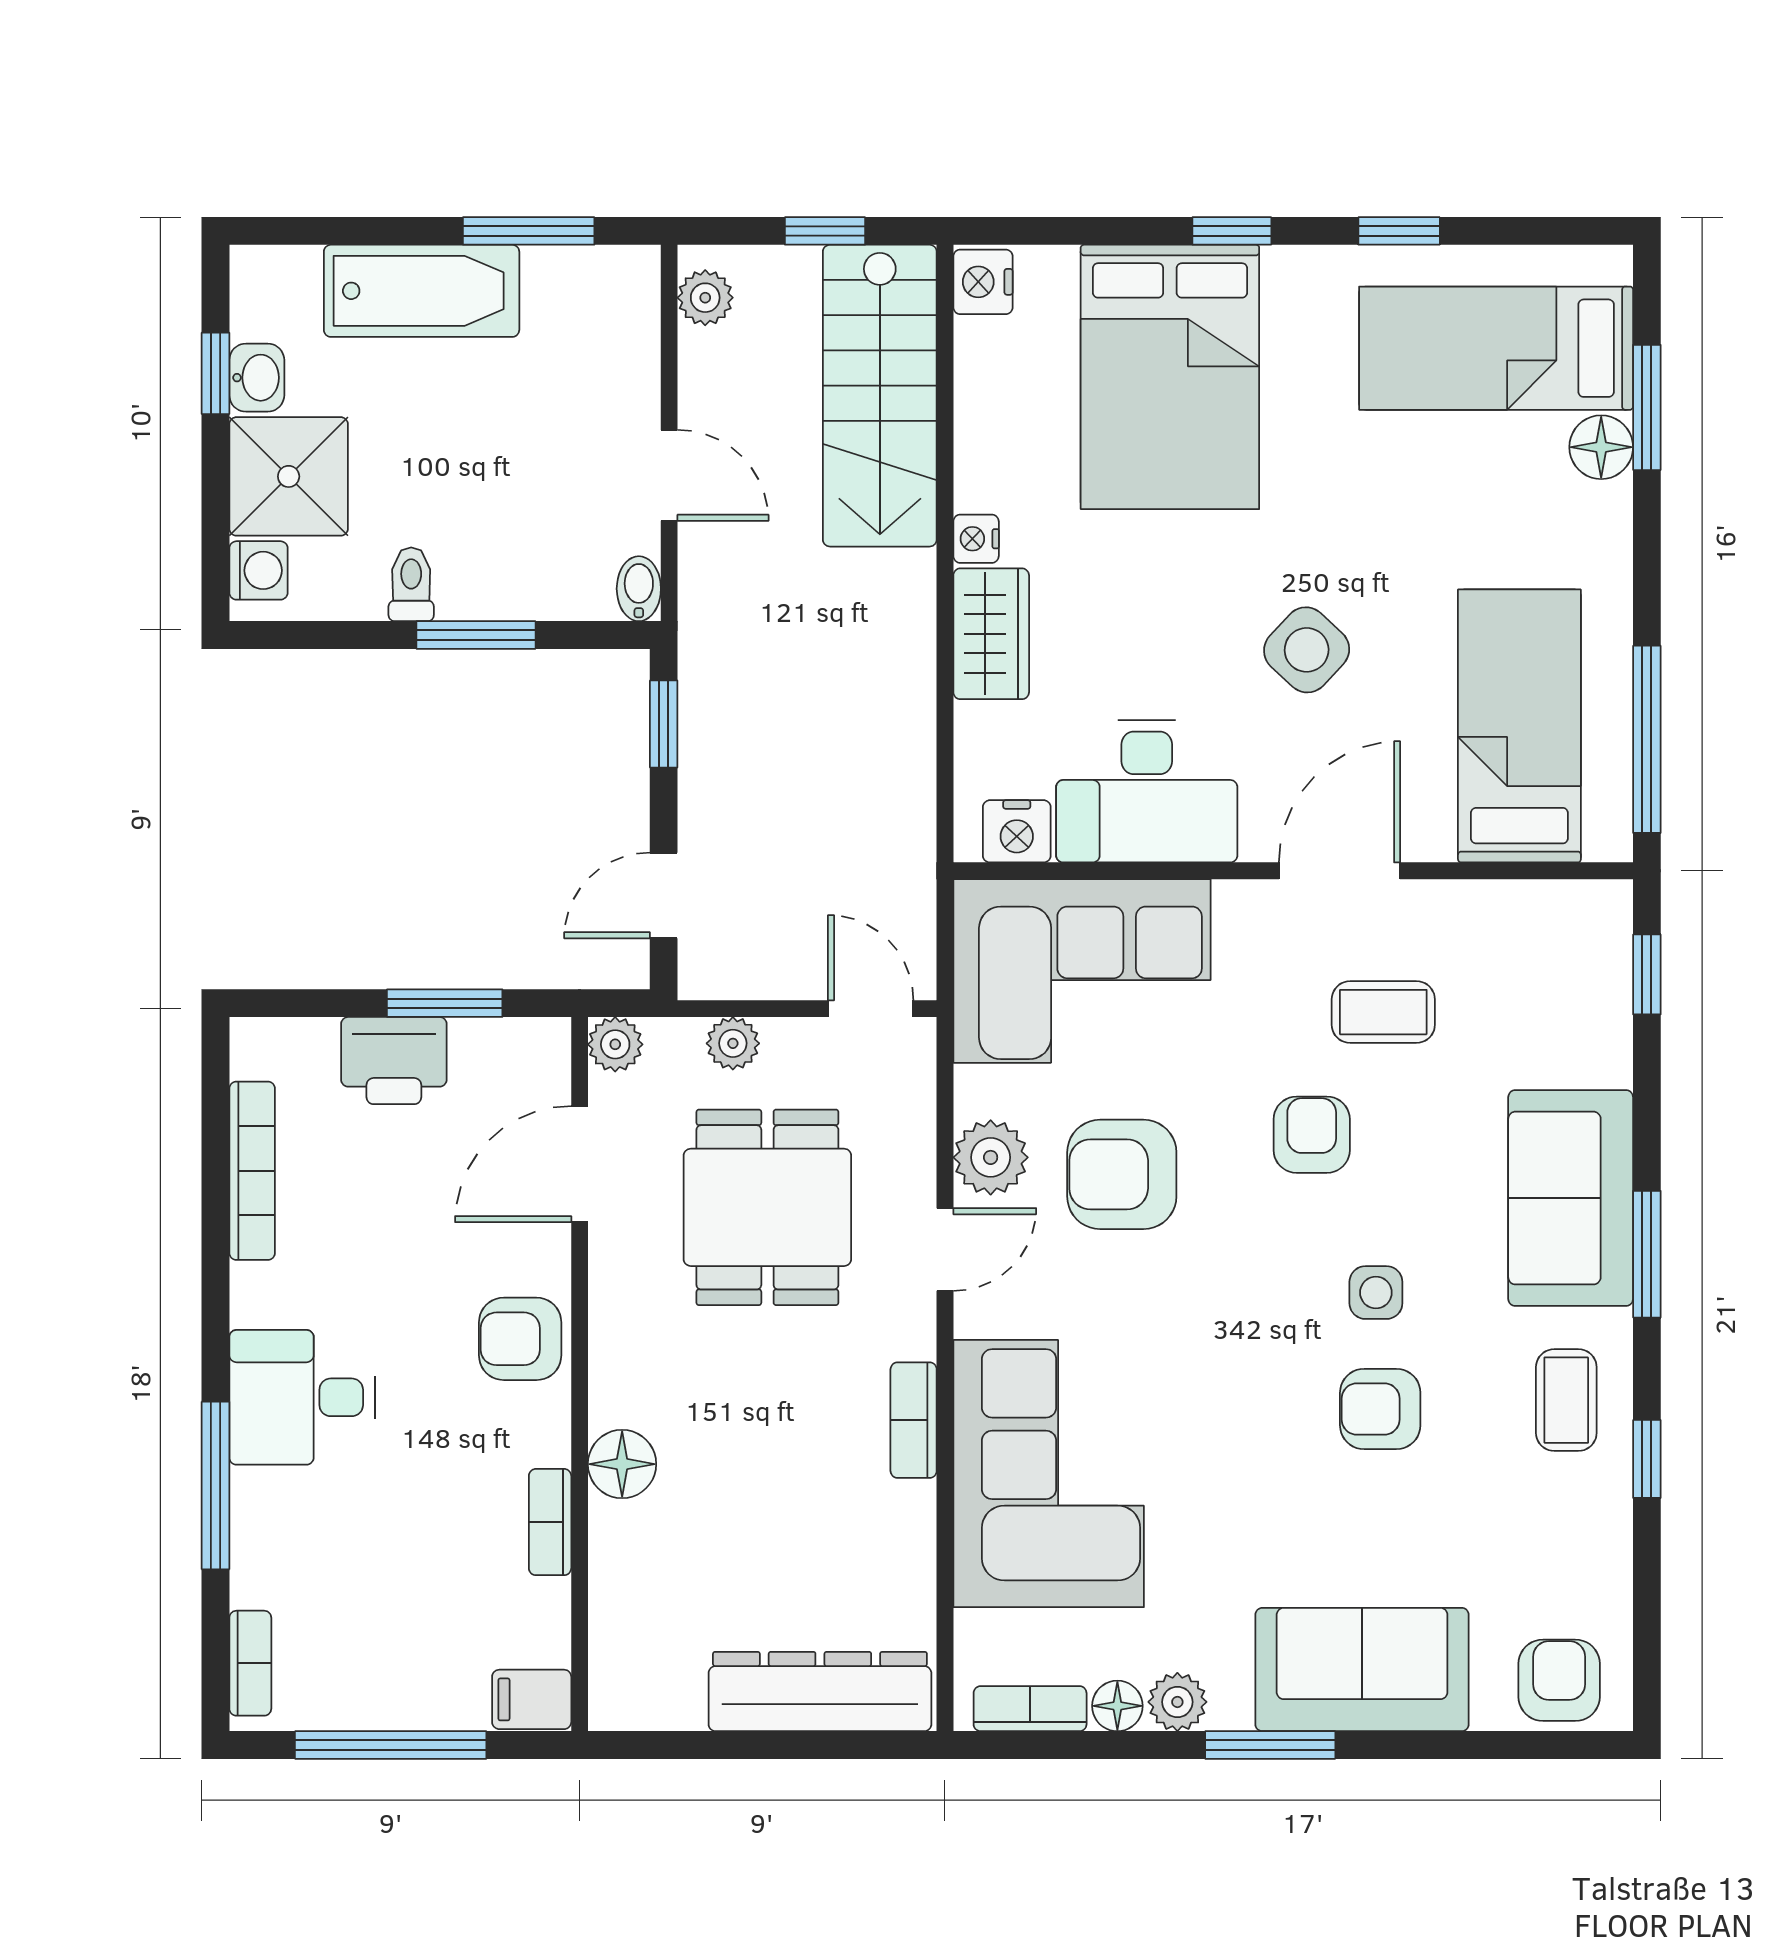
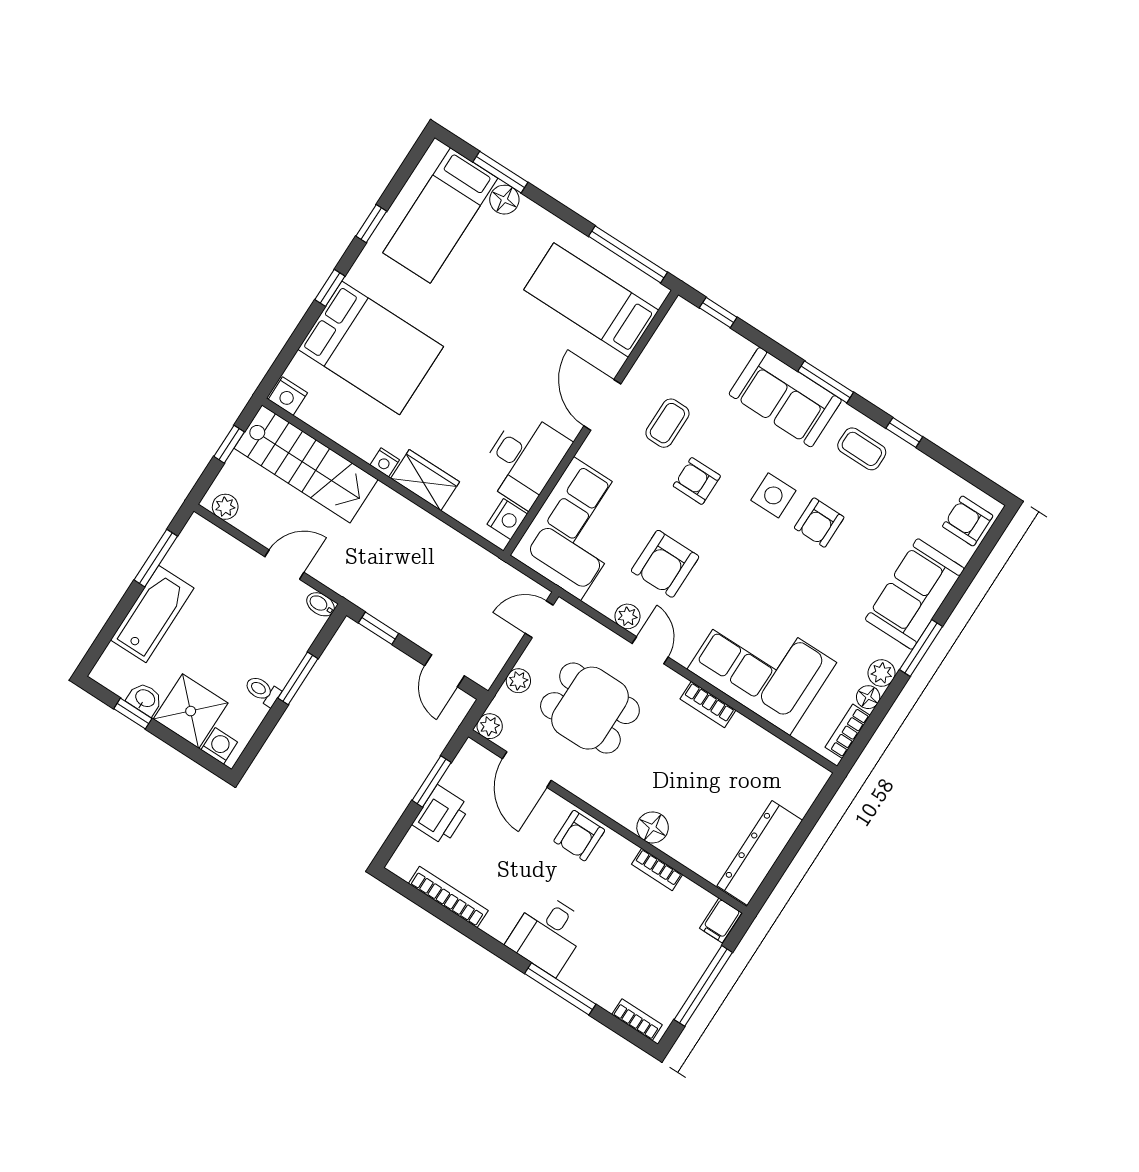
side table: (1307, 650) -> (509, 363), removed
plant: (991, 1157) -> (627, 616), width x0.73, depth x0.73
side table: (1376, 1293) -> (773, 495), width x1.37, depth x1.37
dresser: (820, 1692) -> (760, 853), moved

